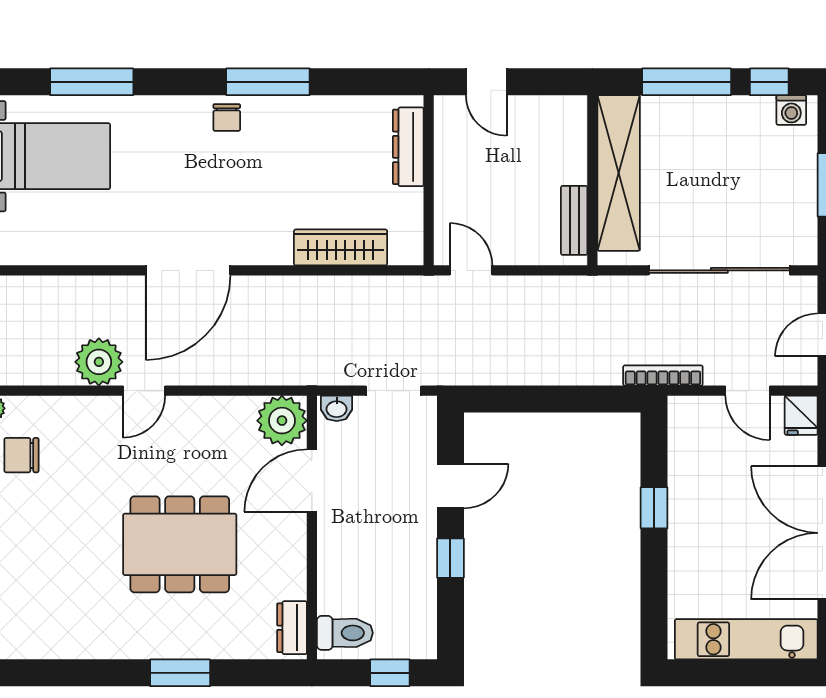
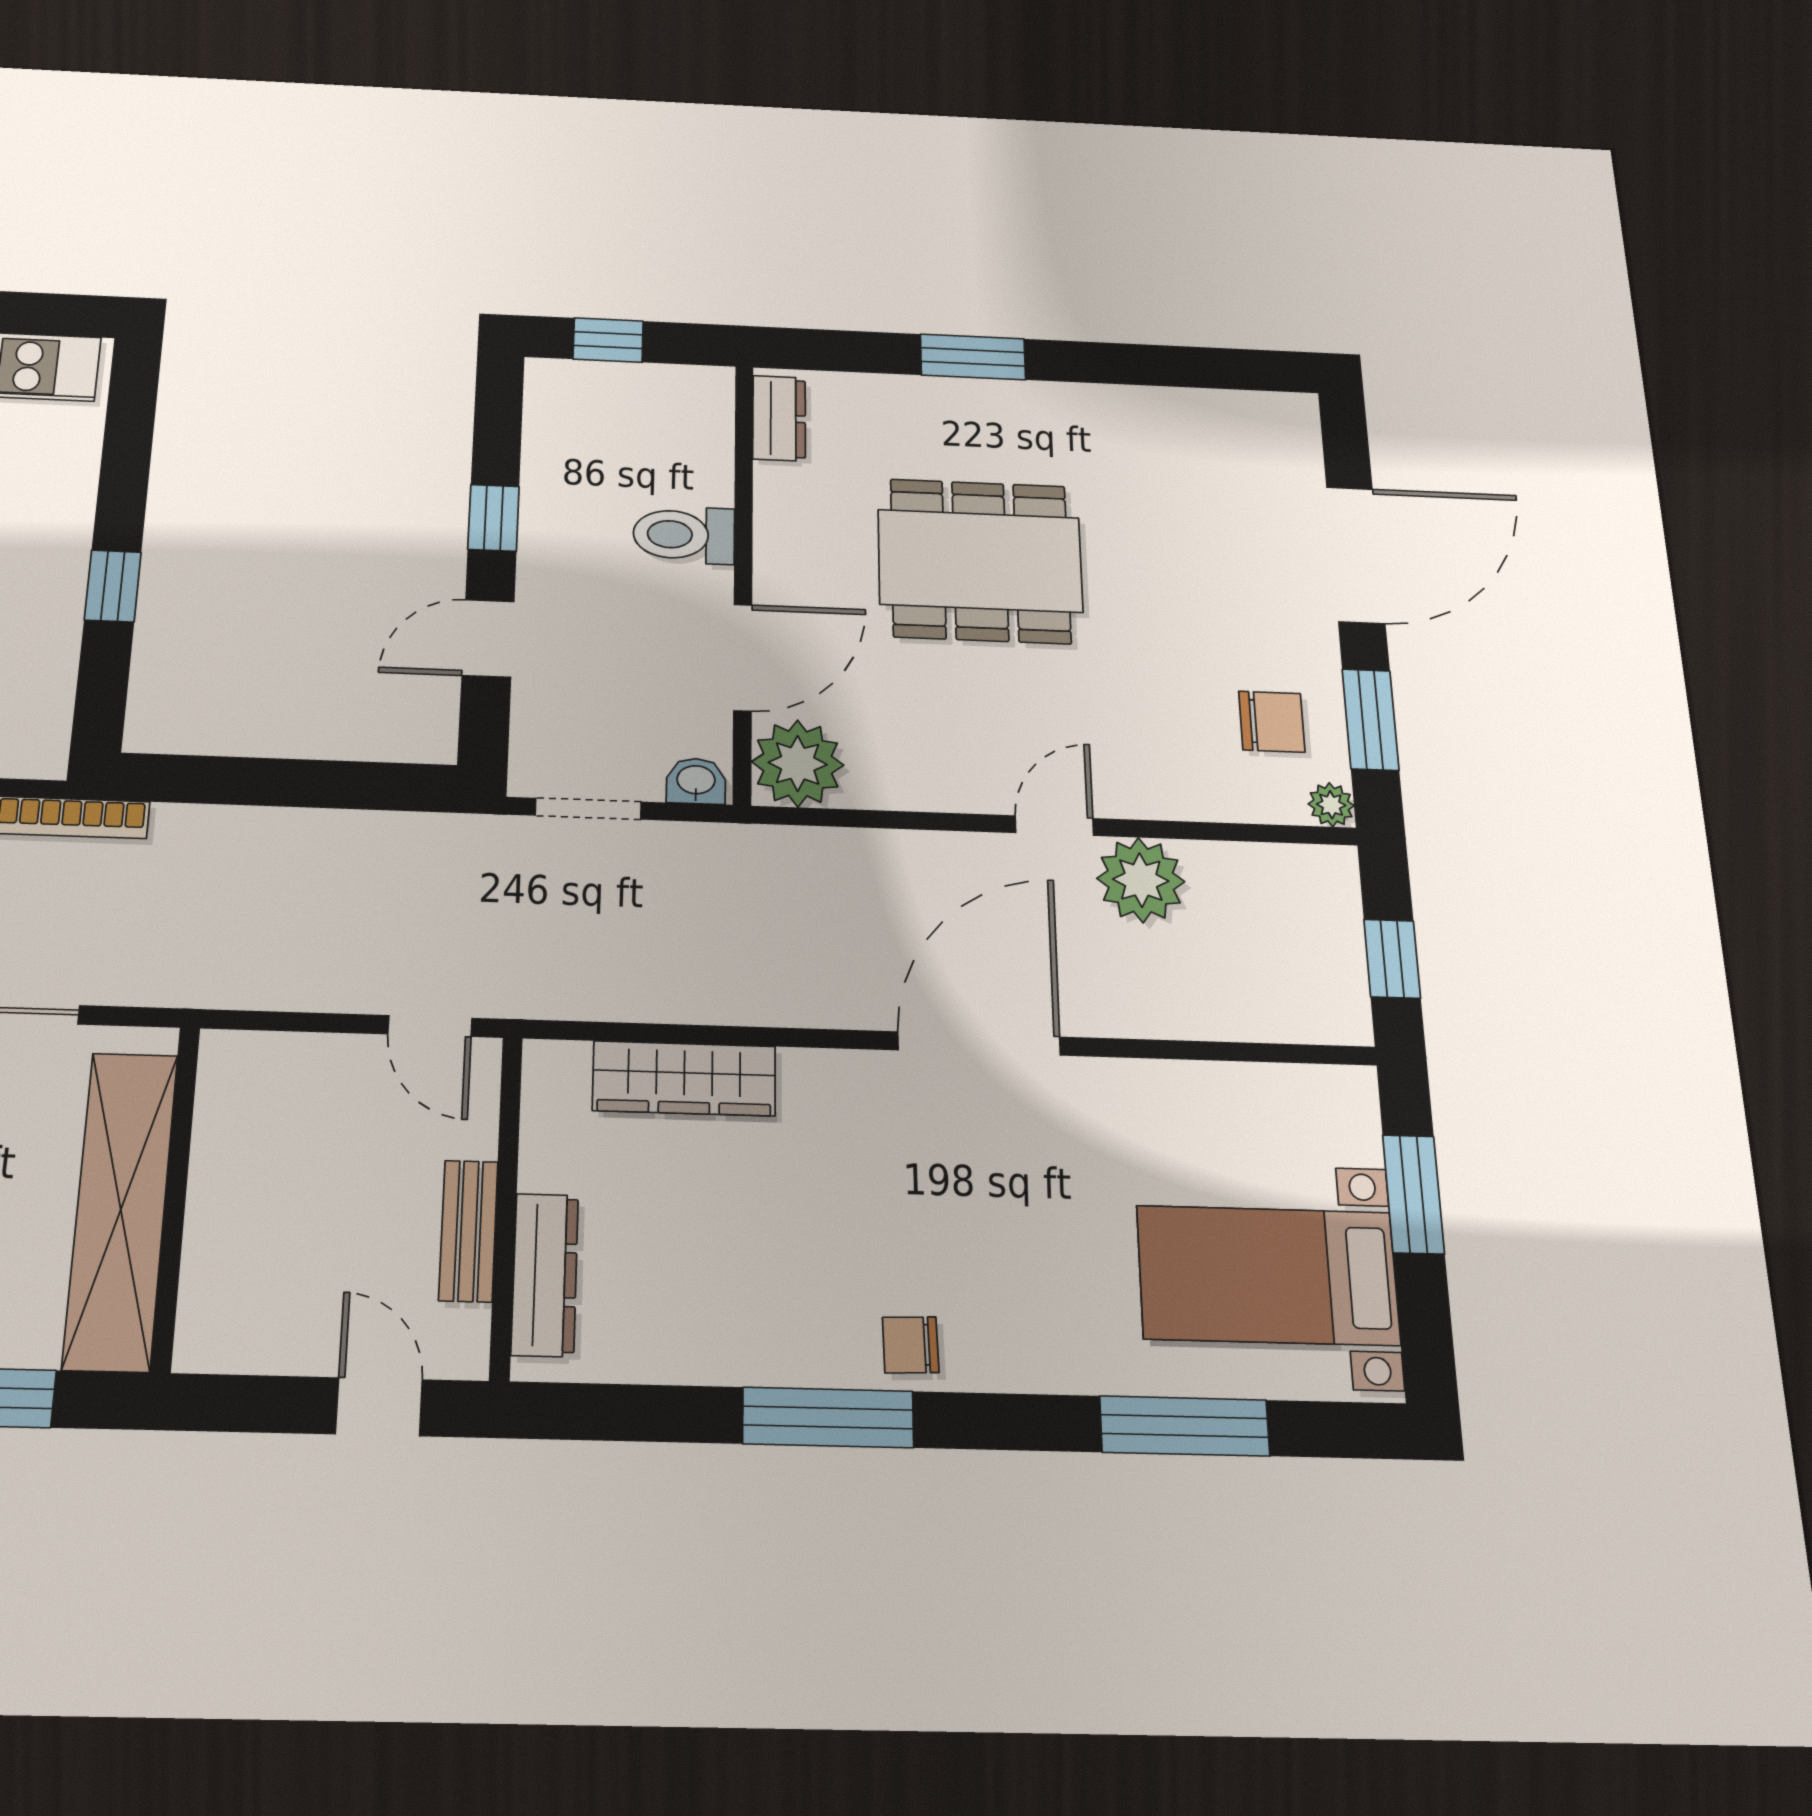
chair: (227, 117) -> (911, 1345), turned -92
bench: (574, 220) -> (468, 1231), moved
toilet: (345, 633) -> (684, 535), moved

